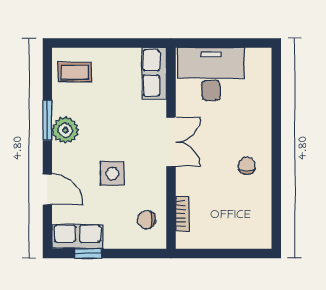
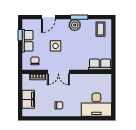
desk: (211, 74) -> (96, 105), moved, turned 90
double door: (171, 142) -> (58, 72), moved
filing cabinet: (233, 235) -> (28, 99), added
row of seats: (78, 237) -> (27, 41), moved

